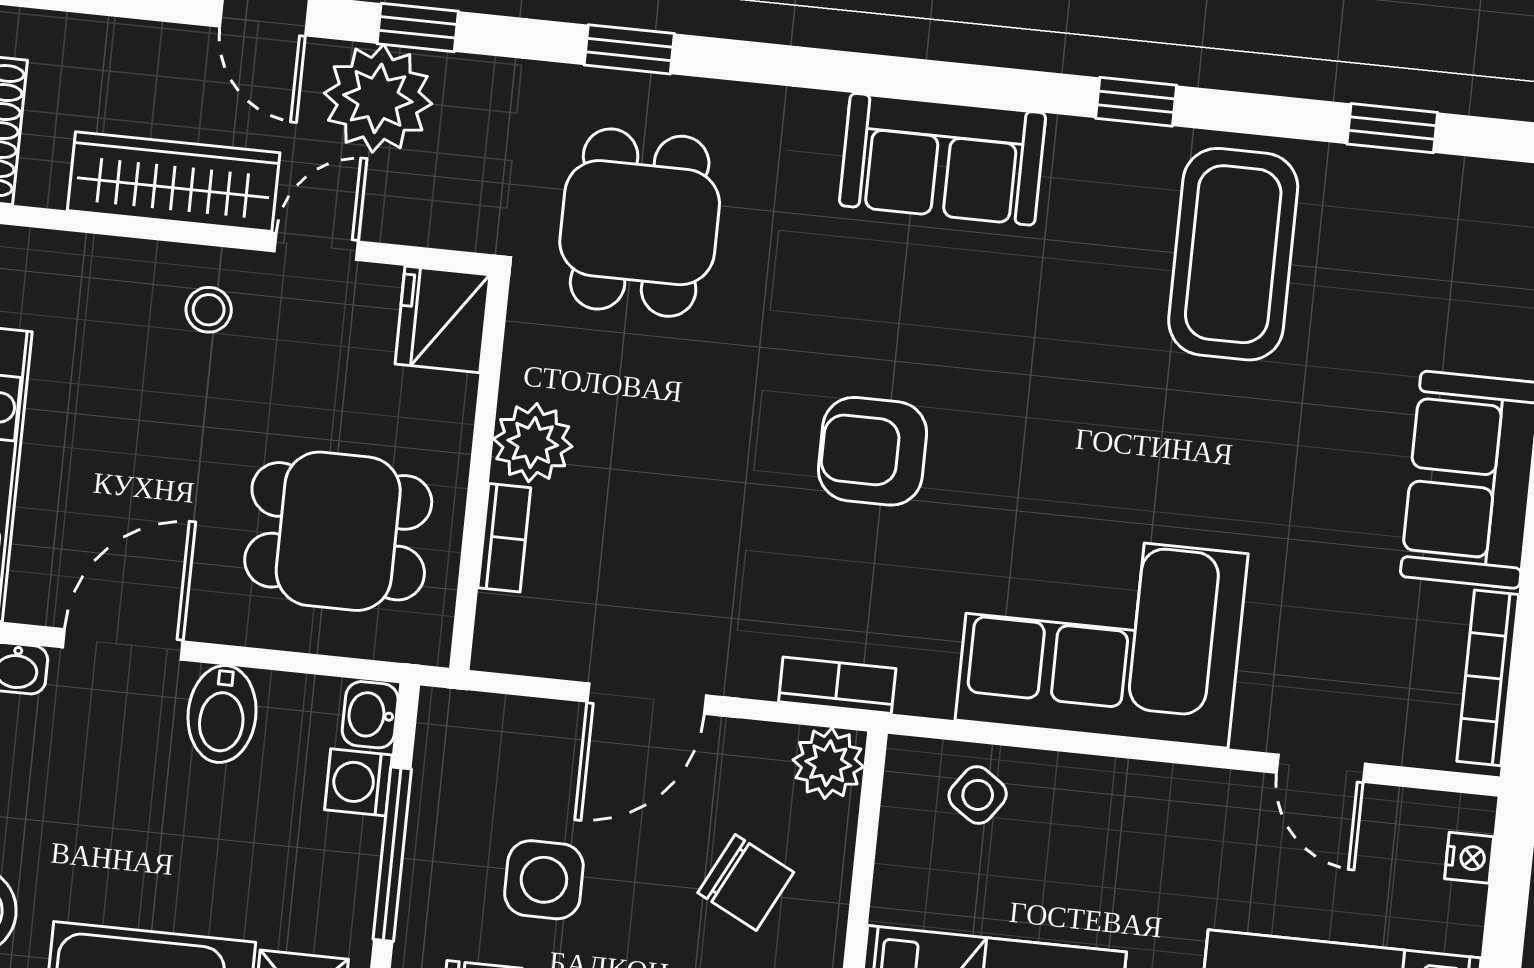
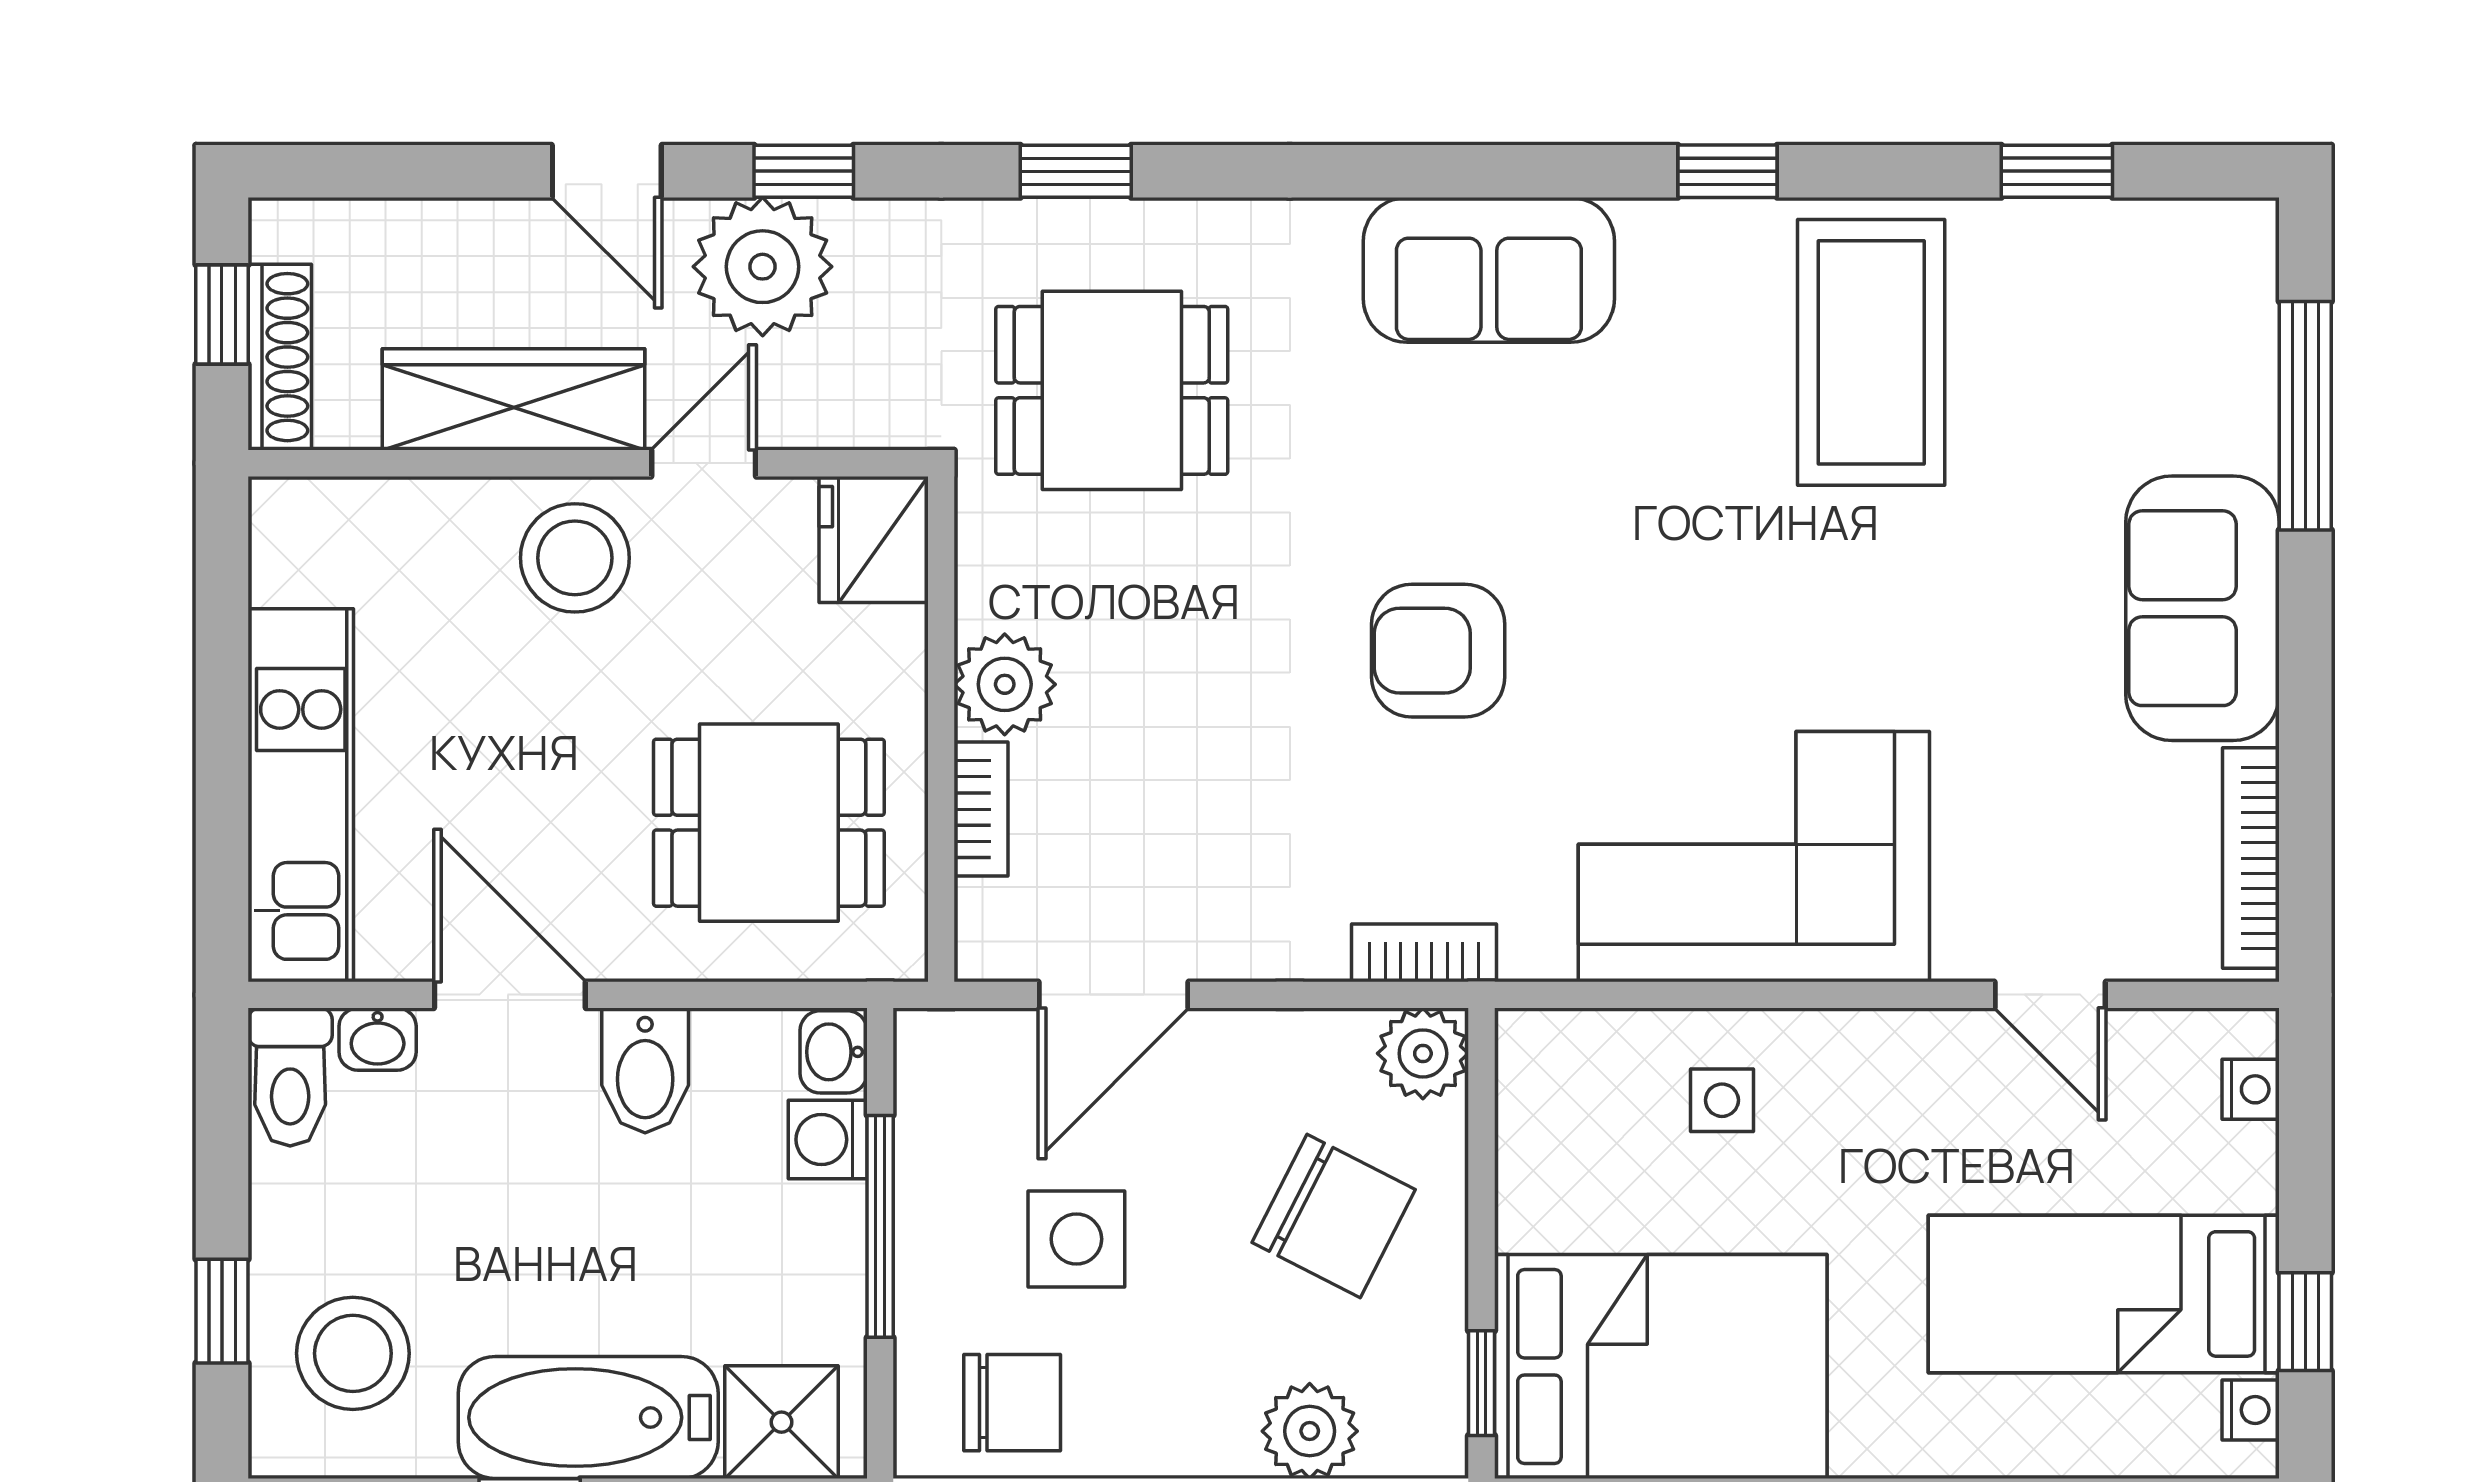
dining table: (640, 223) -> (1112, 390), turned 90
stool: (209, 310) -> (575, 558), width x1.89, depth x1.89
door: (123, 644) -> (510, 995), hinge flipped
door: (647, 699) -> (1113, 995), moved
side table: (978, 795) -> (1722, 1100), moved, turned -35
chair: (746, 883) -> (1334, 1216), width x1.37, depth x1.37

